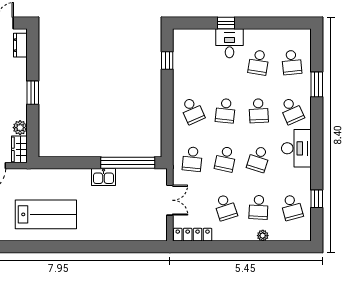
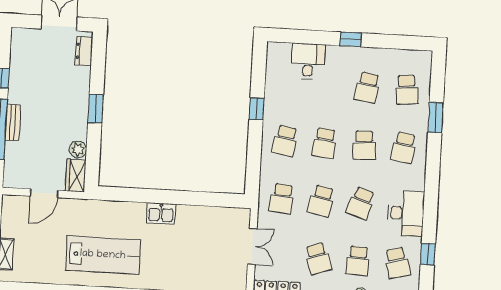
window: (226, 23) -> (350, 39), moved
desk: (229, 43) -> (308, 61), moved
window: (167, 61) -> (257, 109), moved
school desk: (192, 111) -> (285, 141), turned 33
school desk: (292, 111) -> (404, 147), turned 33
desk: (296, 148) -> (406, 213), moved
window: (128, 163) -> (204, 199), removed
kitchen sink: (103, 177) -> (161, 213), moved

